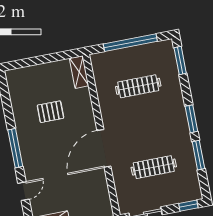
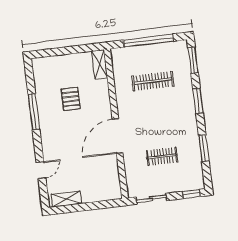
pallet: (50, 112) -> (71, 99), turned 90
window: (191, 119) -> (198, 101), moved
window: (15, 148) -> (34, 112), moved
clothes rail: (154, 167) -> (162, 156), width x0.73

